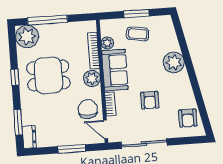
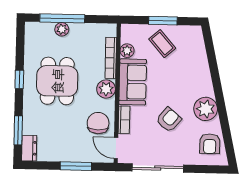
coffee table: (138, 34) -> (162, 44), turned 40
plant: (27, 36) -> (62, 29), moved, width x0.53, depth x0.53
plant: (174, 62) -> (206, 109), moved
dining table: (48, 75) -> (57, 81), turned 90
armchair: (150, 100) -> (169, 120), turned -140

